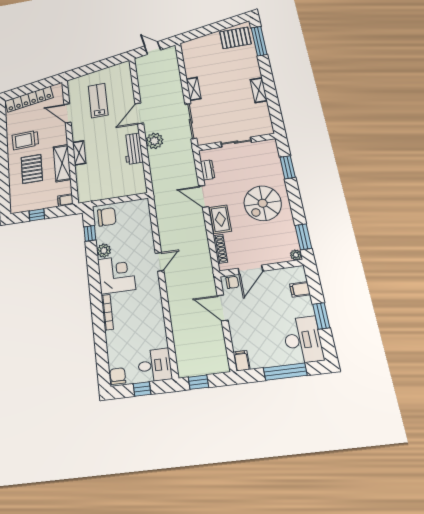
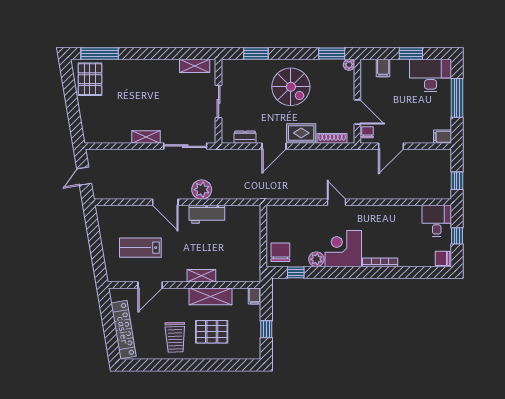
shelving: (259, 90) -> (195, 66), moved

